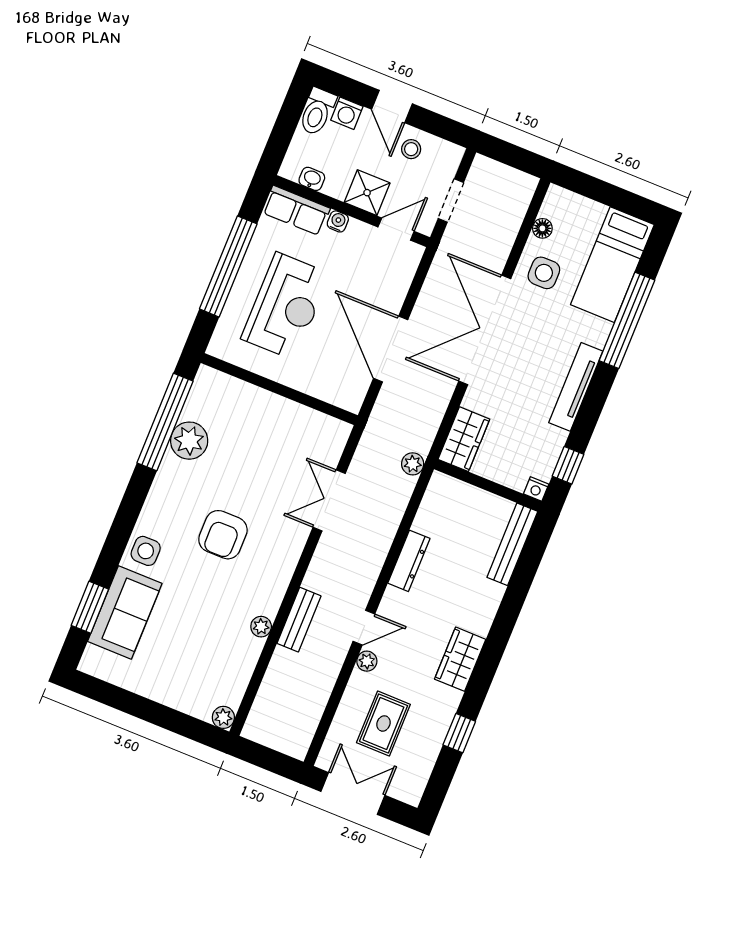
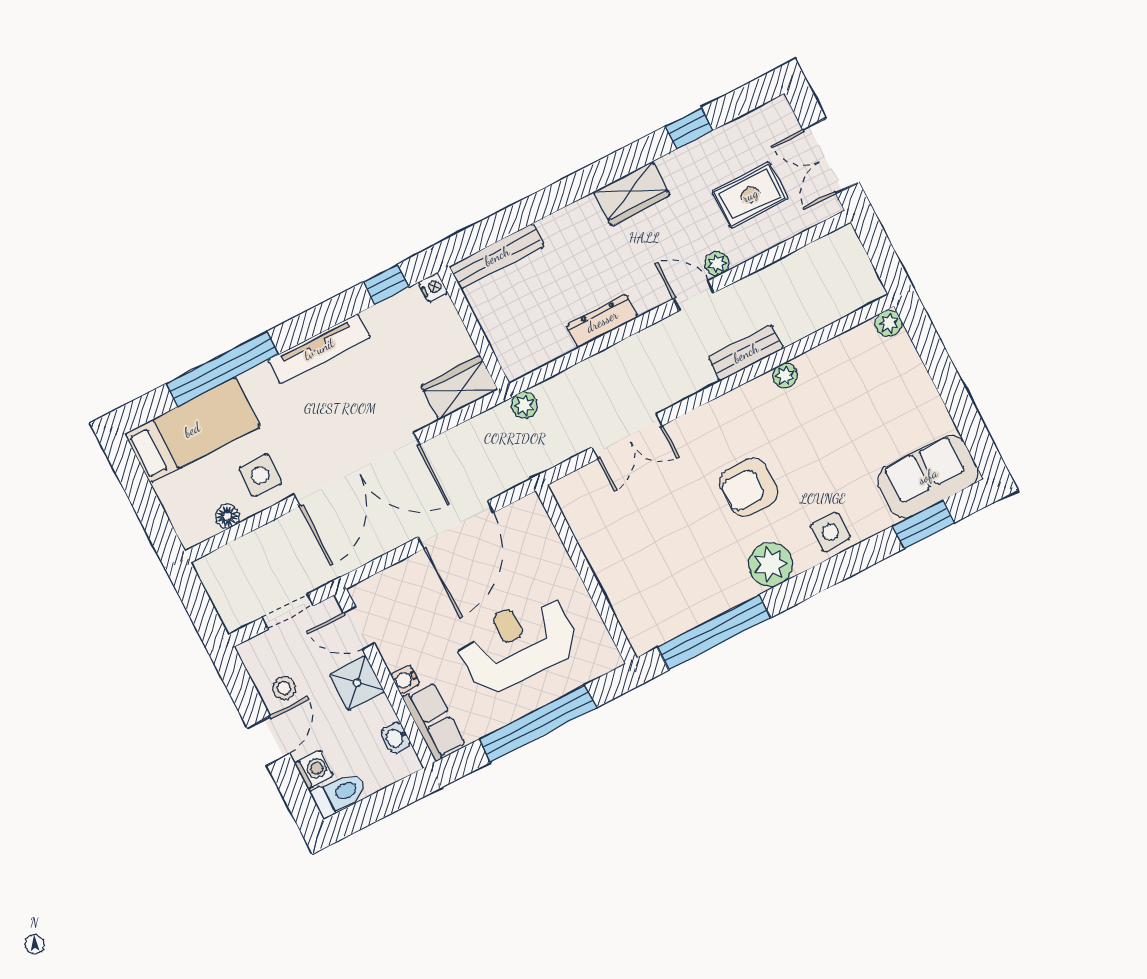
plant: (189, 441) -> (770, 564), moved
armchair: (223, 535) -> (749, 487), turned 180
sofa: (125, 612) -> (928, 476), moved

